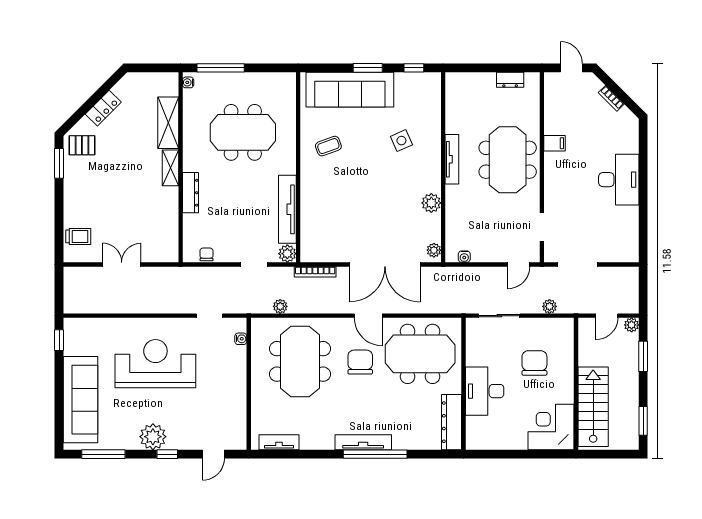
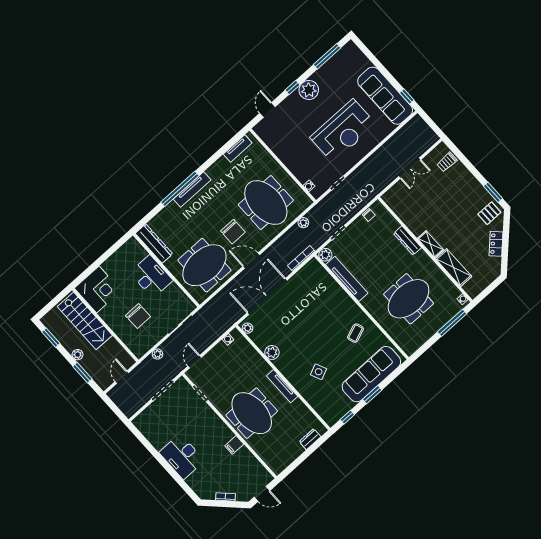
dresser: (510, 80) -> (310, 439), moved
plant: (632, 325) -> (77, 355), moved
sofa: (80, 400) -> (385, 96), moved

